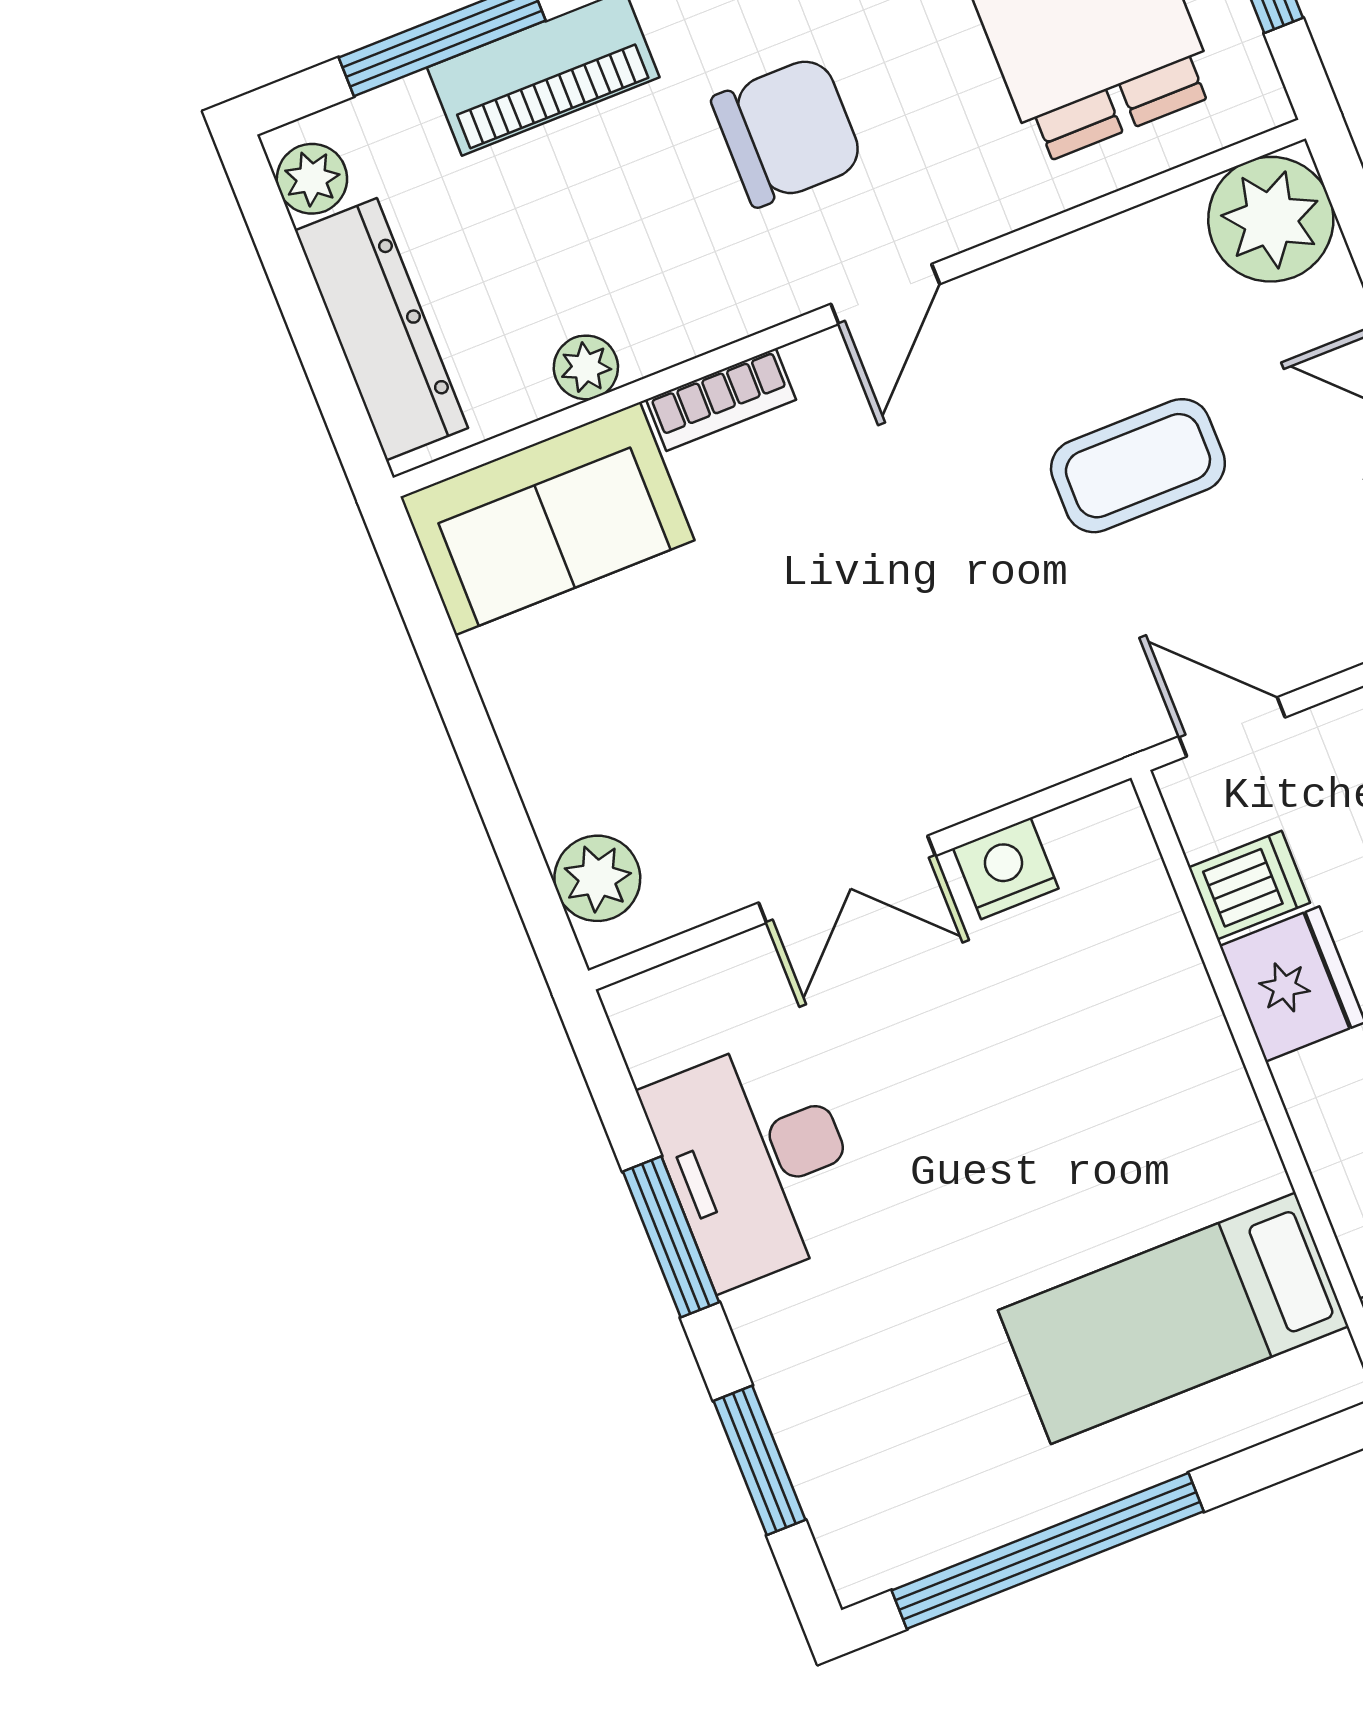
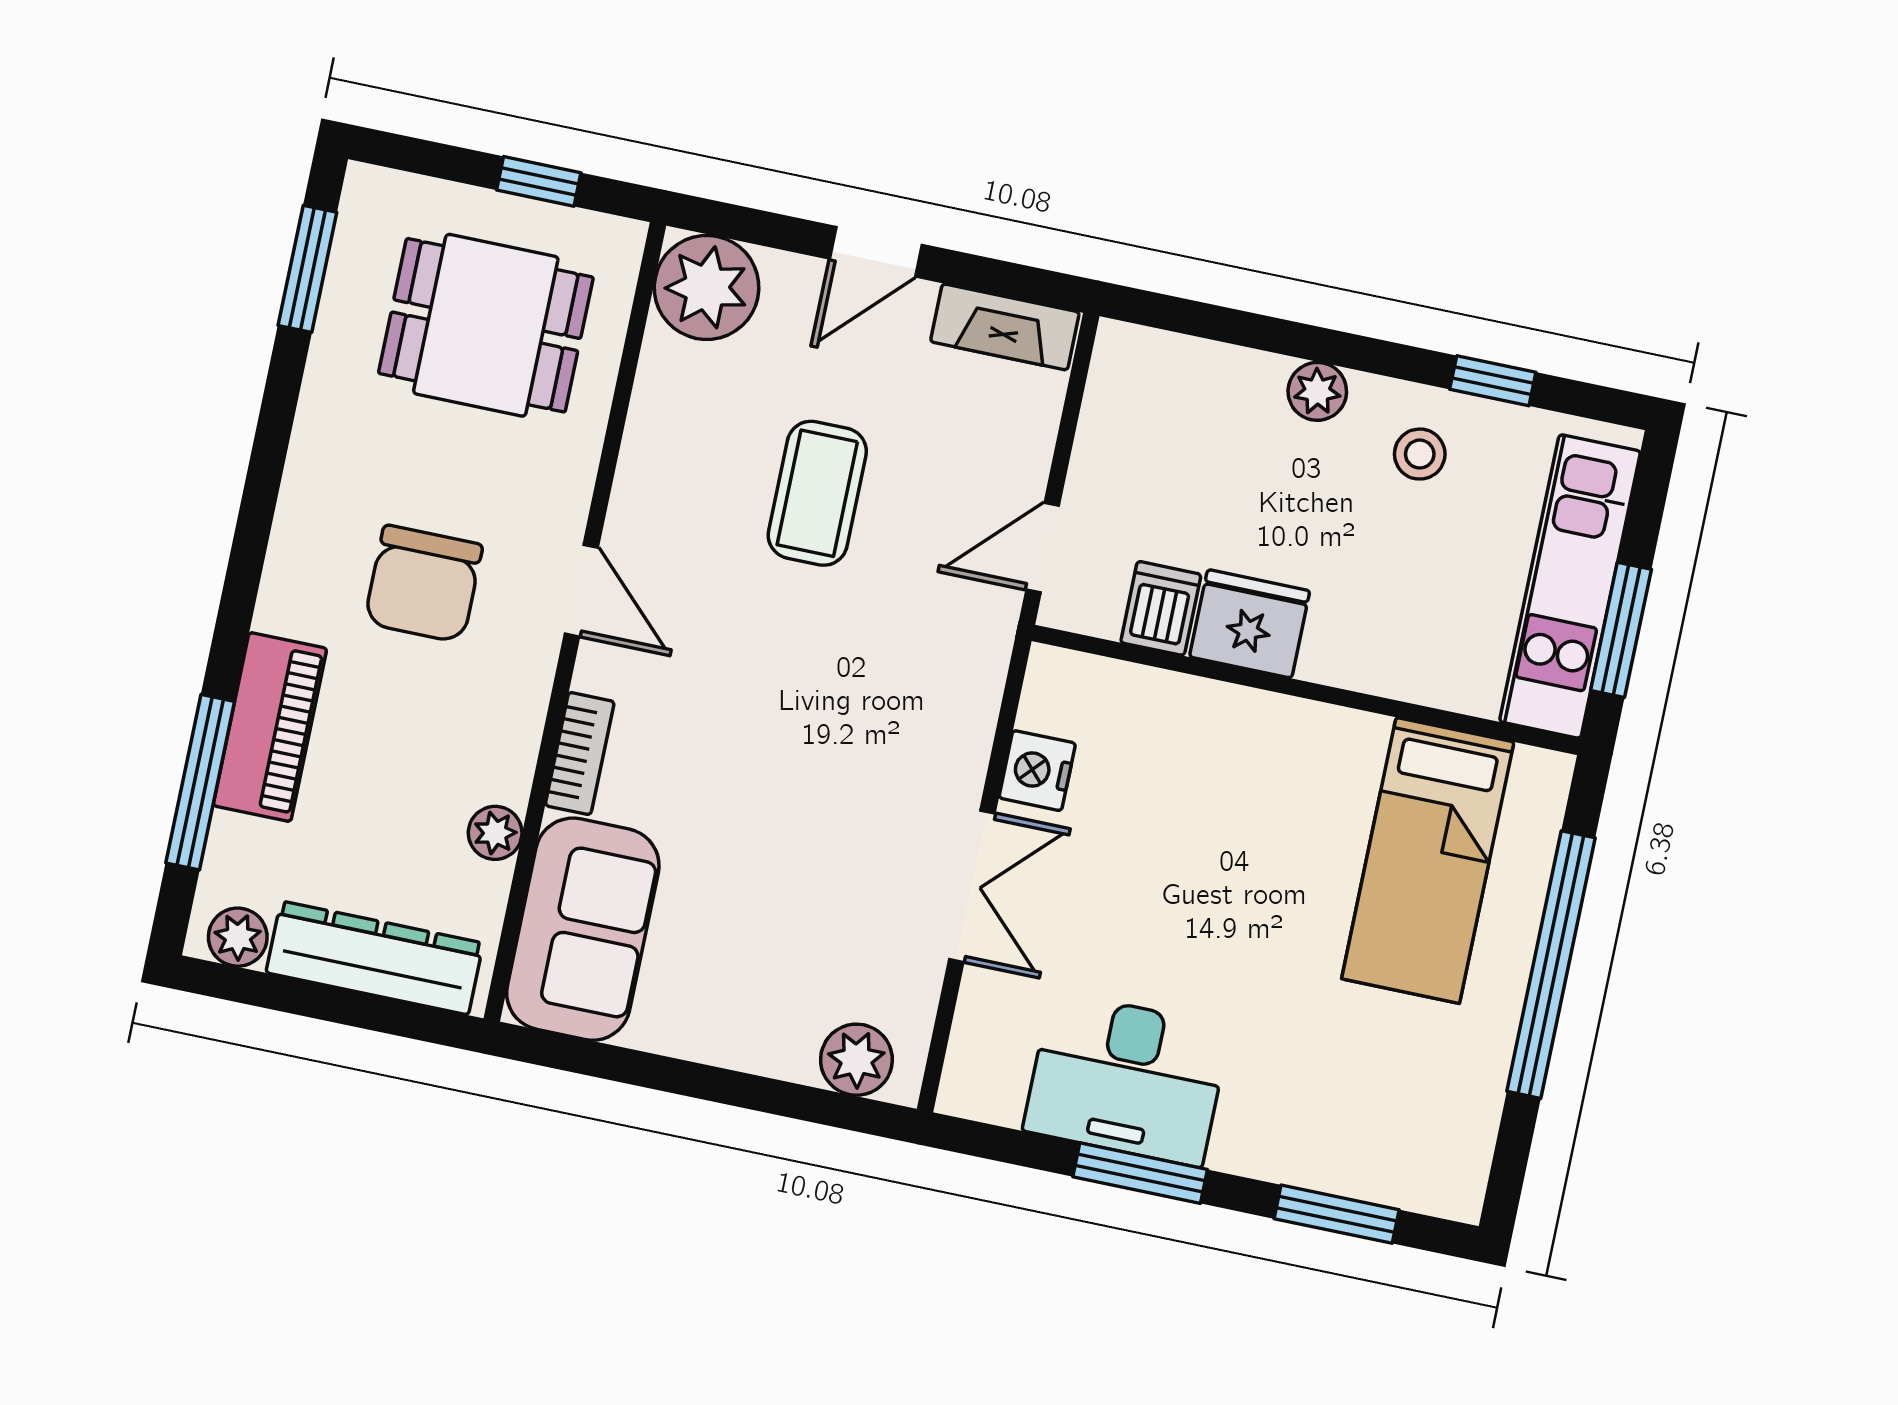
chair: (788, 131) -> (423, 584), turned 180
window: (1048, 1551) -> (1551, 965), moved

